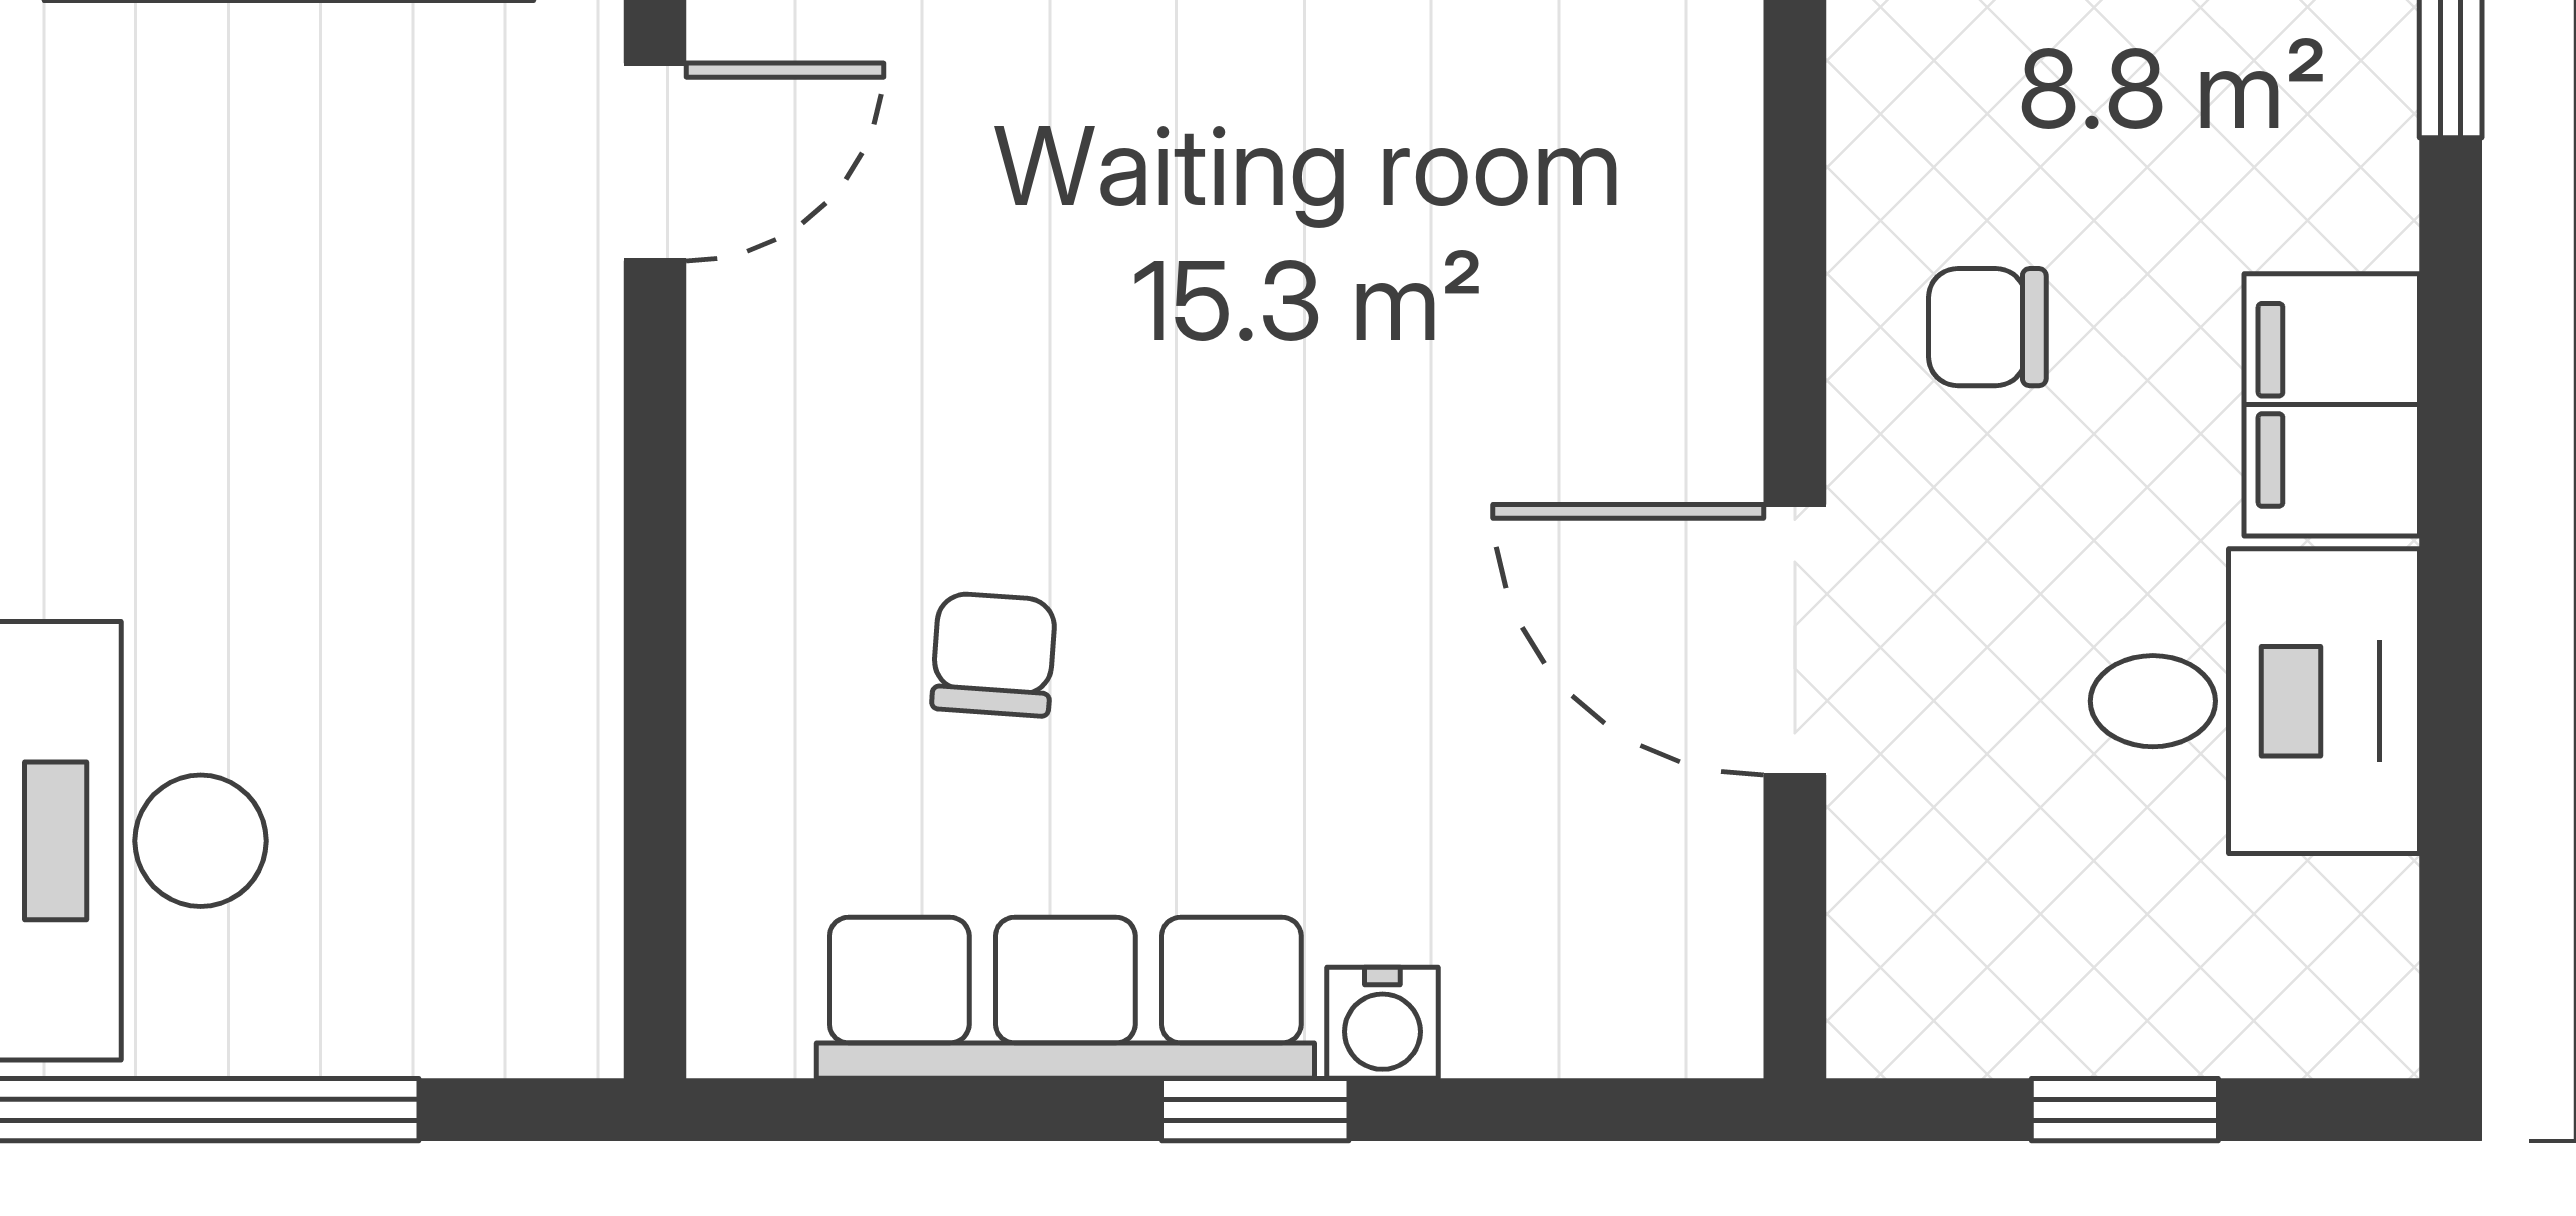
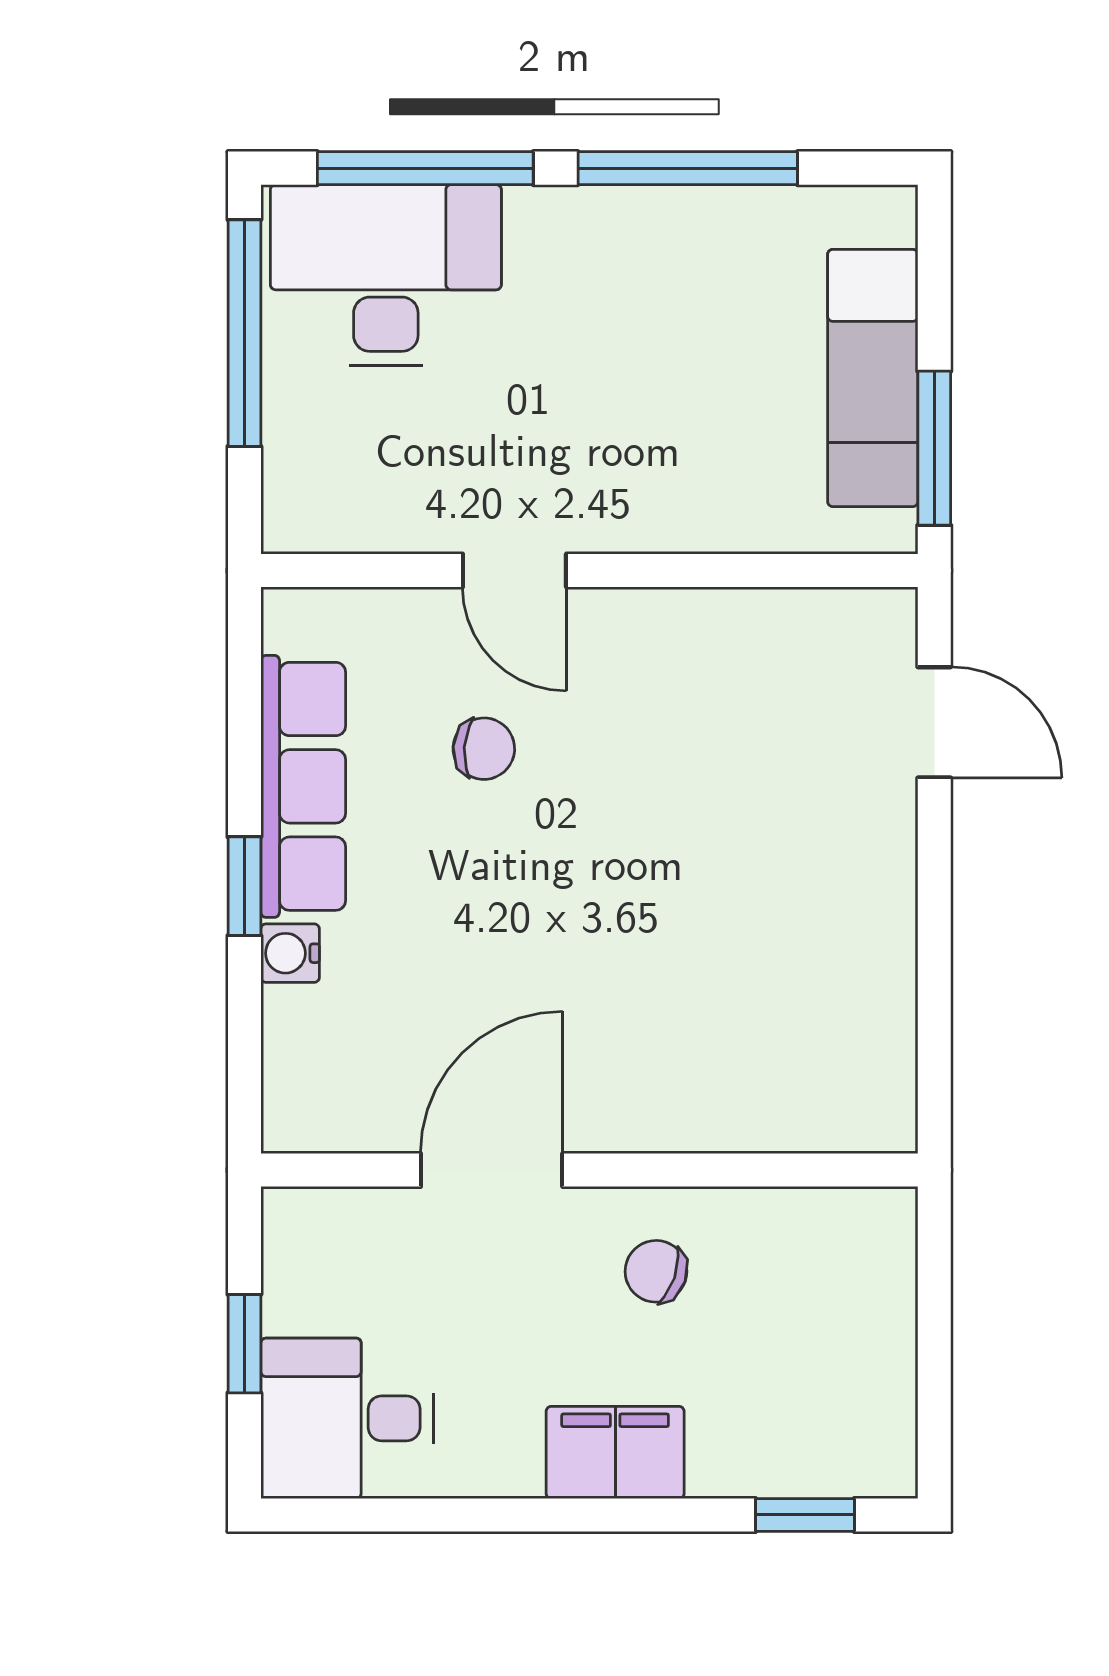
door: (655, 162) -> (514, 571), moved
chair: (1987, 327) -> (656, 1271), turned -71
desk: (2255, 701) -> (347, 1418), moved, turned 90

